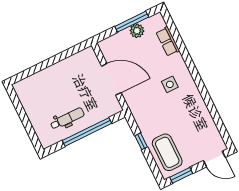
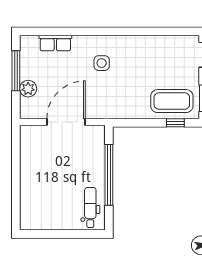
plant: (137, 31) -> (28, 89), moved
dental chair: (67, 119) -> (90, 207), moved
window: (141, 141) -> (175, 123), moved

